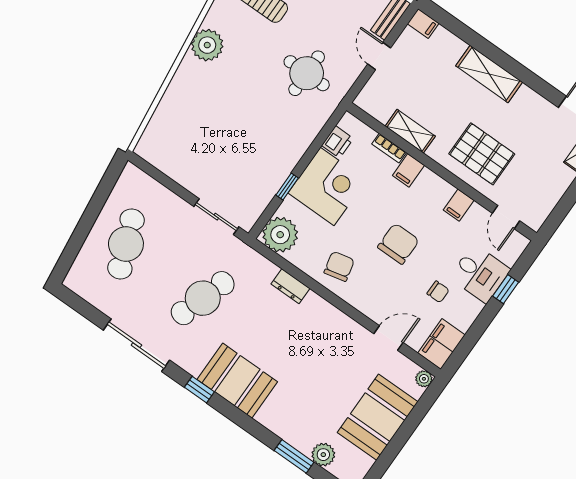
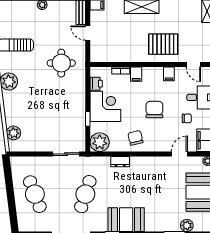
plant: (159, 128) -> (14, 133), added
shelving: (410, 131) -> (125, 56), removed

